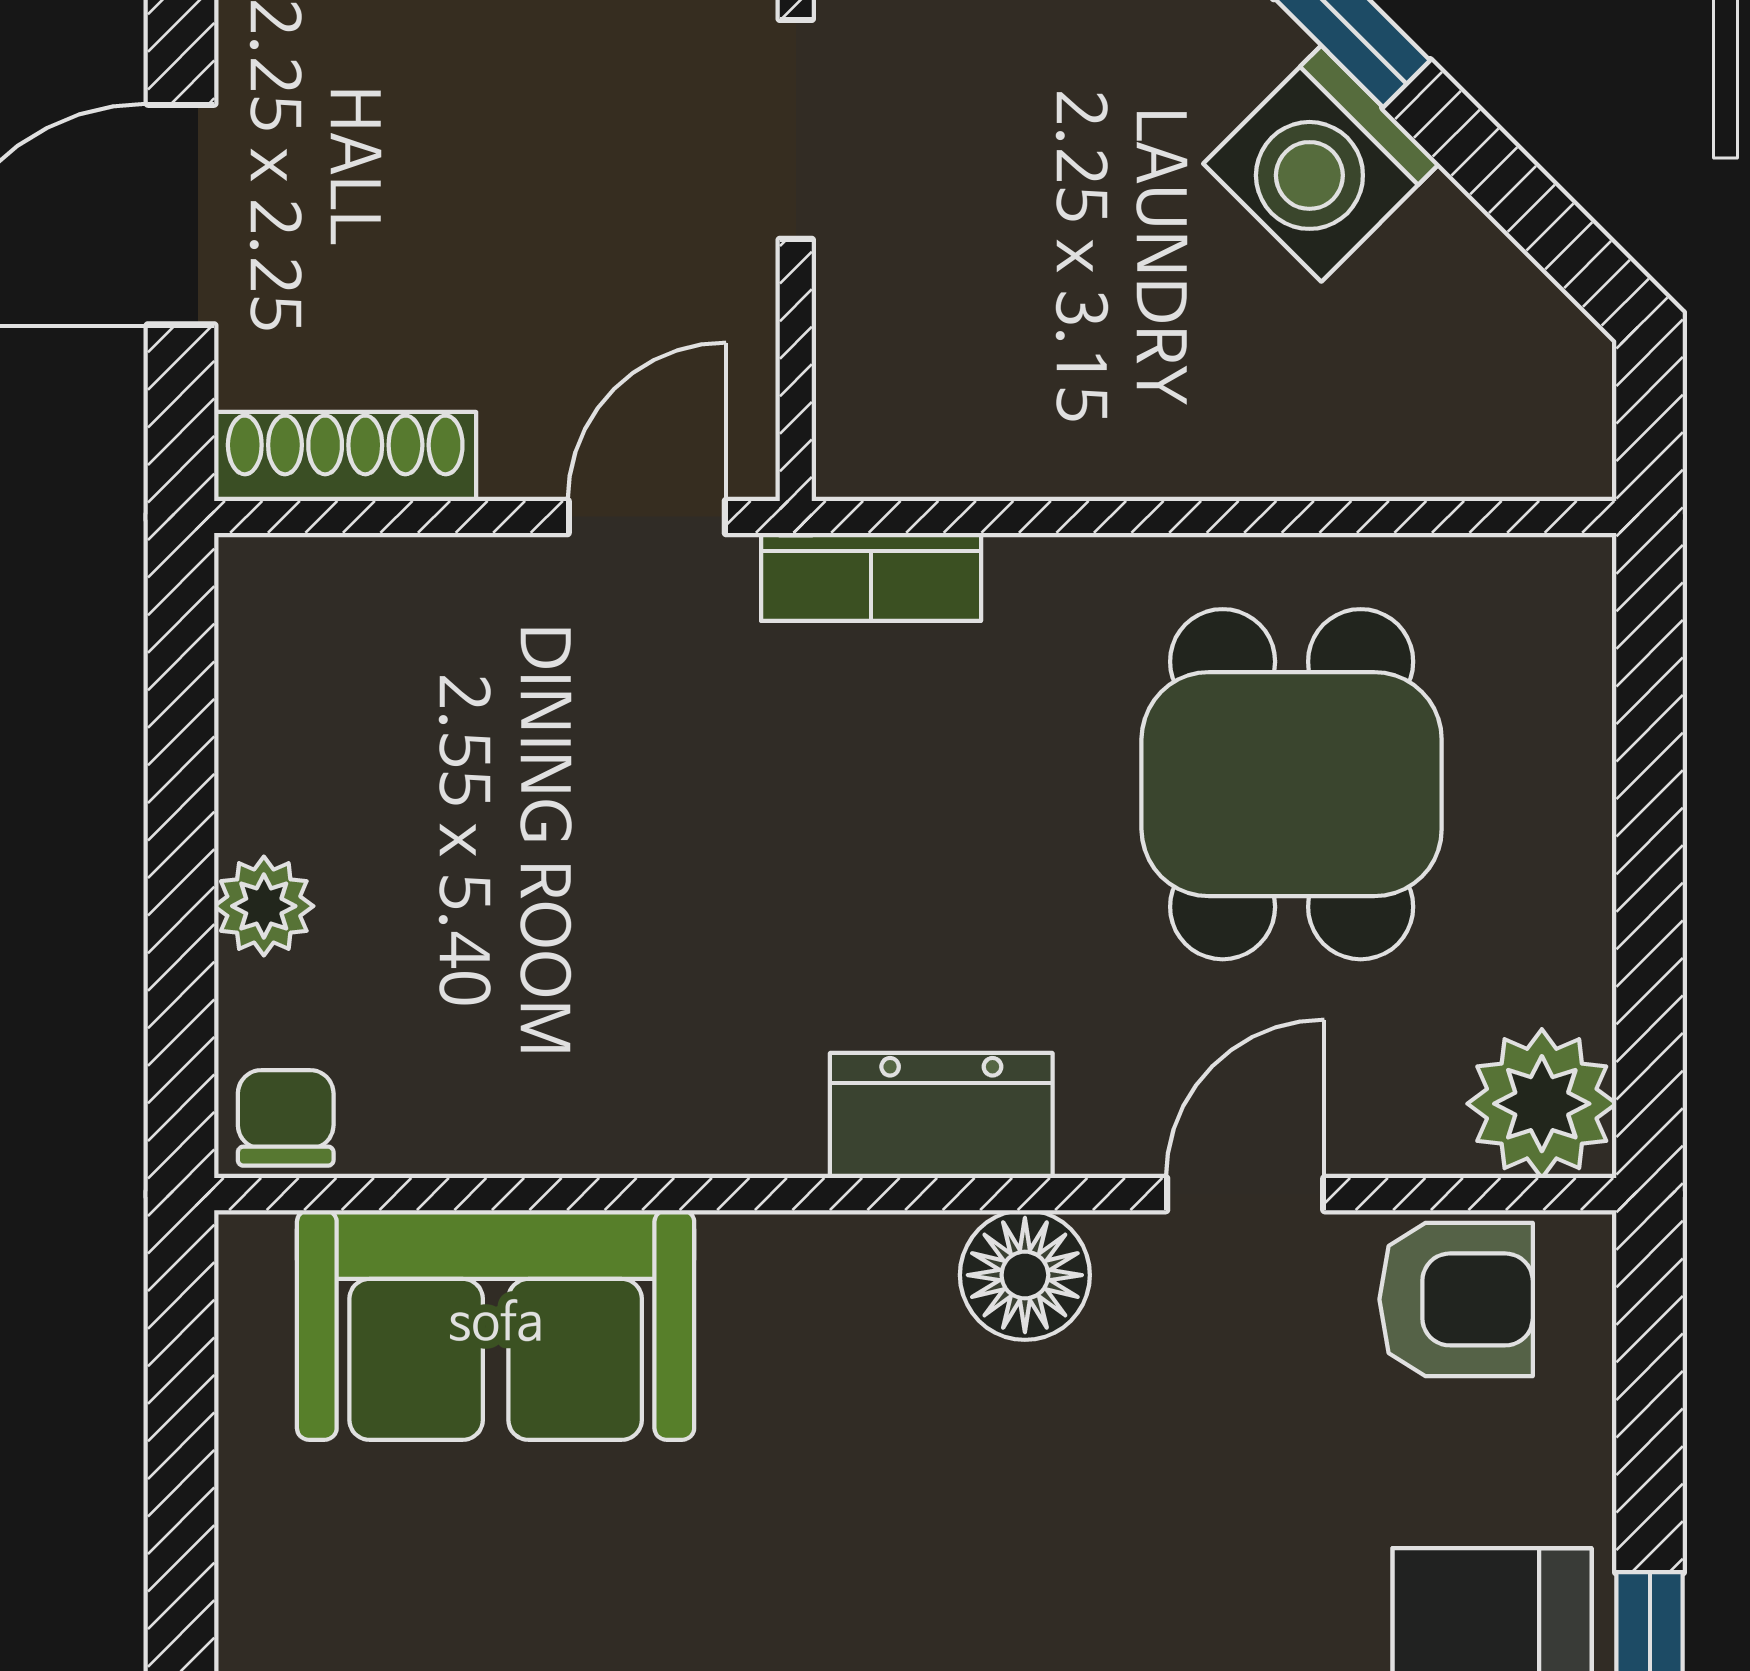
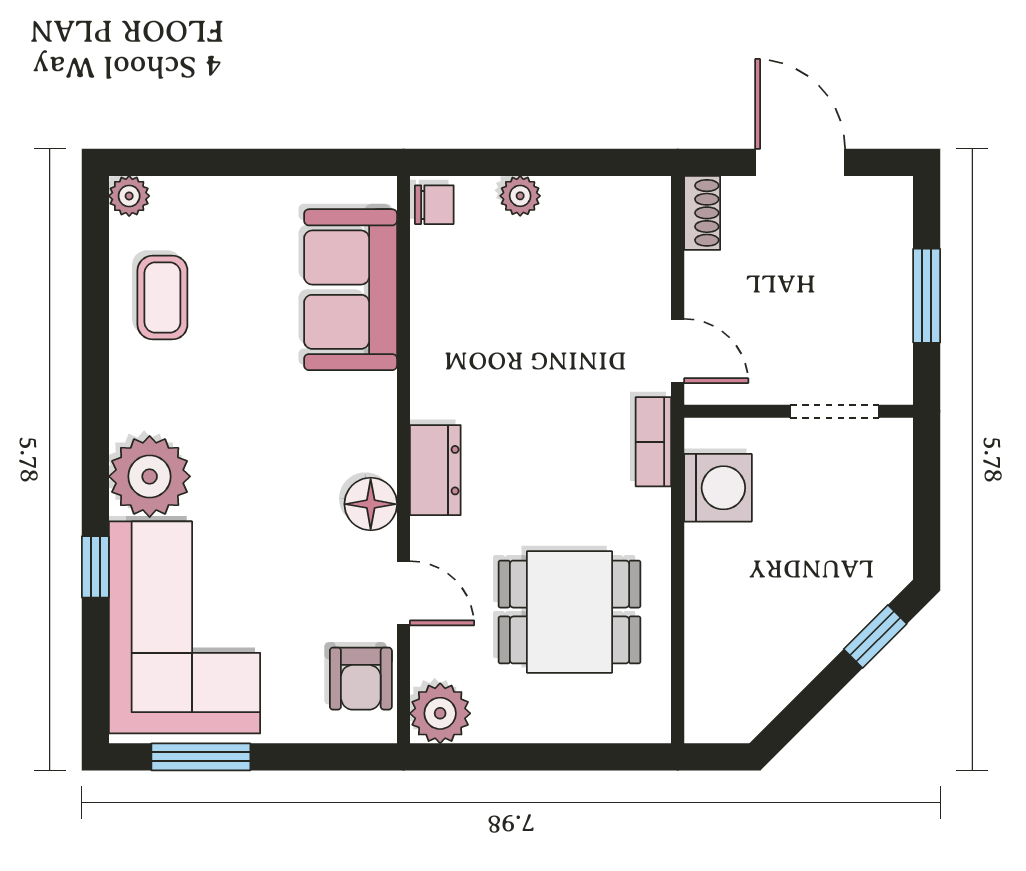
washing machine: (1321, 164) -> (718, 488), moved, turned 135
shoe rack: (345, 457) -> (702, 213), width x0.70

